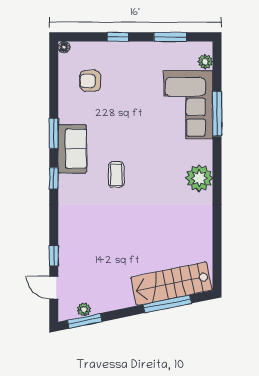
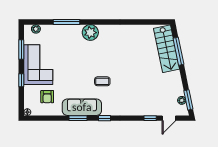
corner sofa: (188, 105) -> (38, 65), moved, turned -90
sofa: (72, 149) -> (82, 107), width x1.36
plant: (199, 178) -> (90, 33), moved

